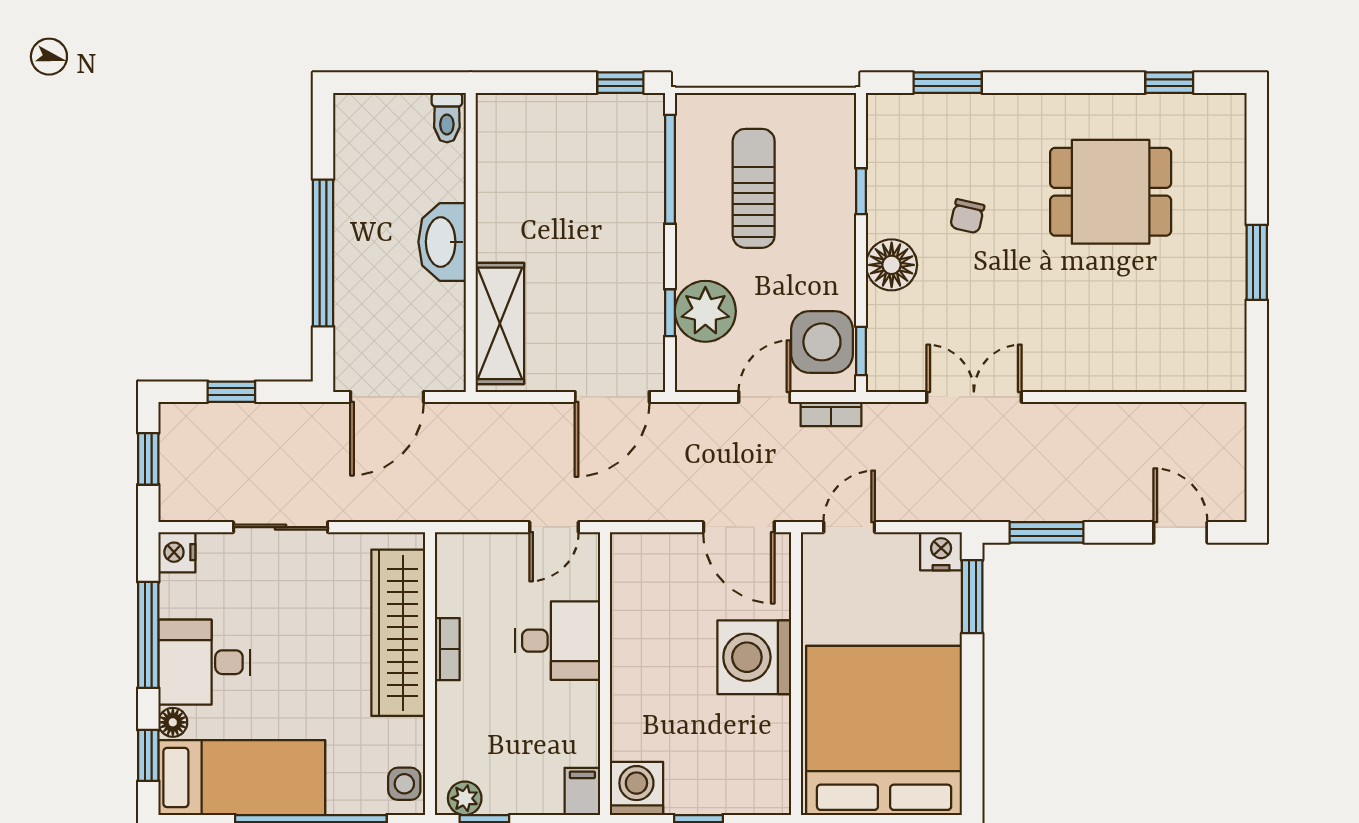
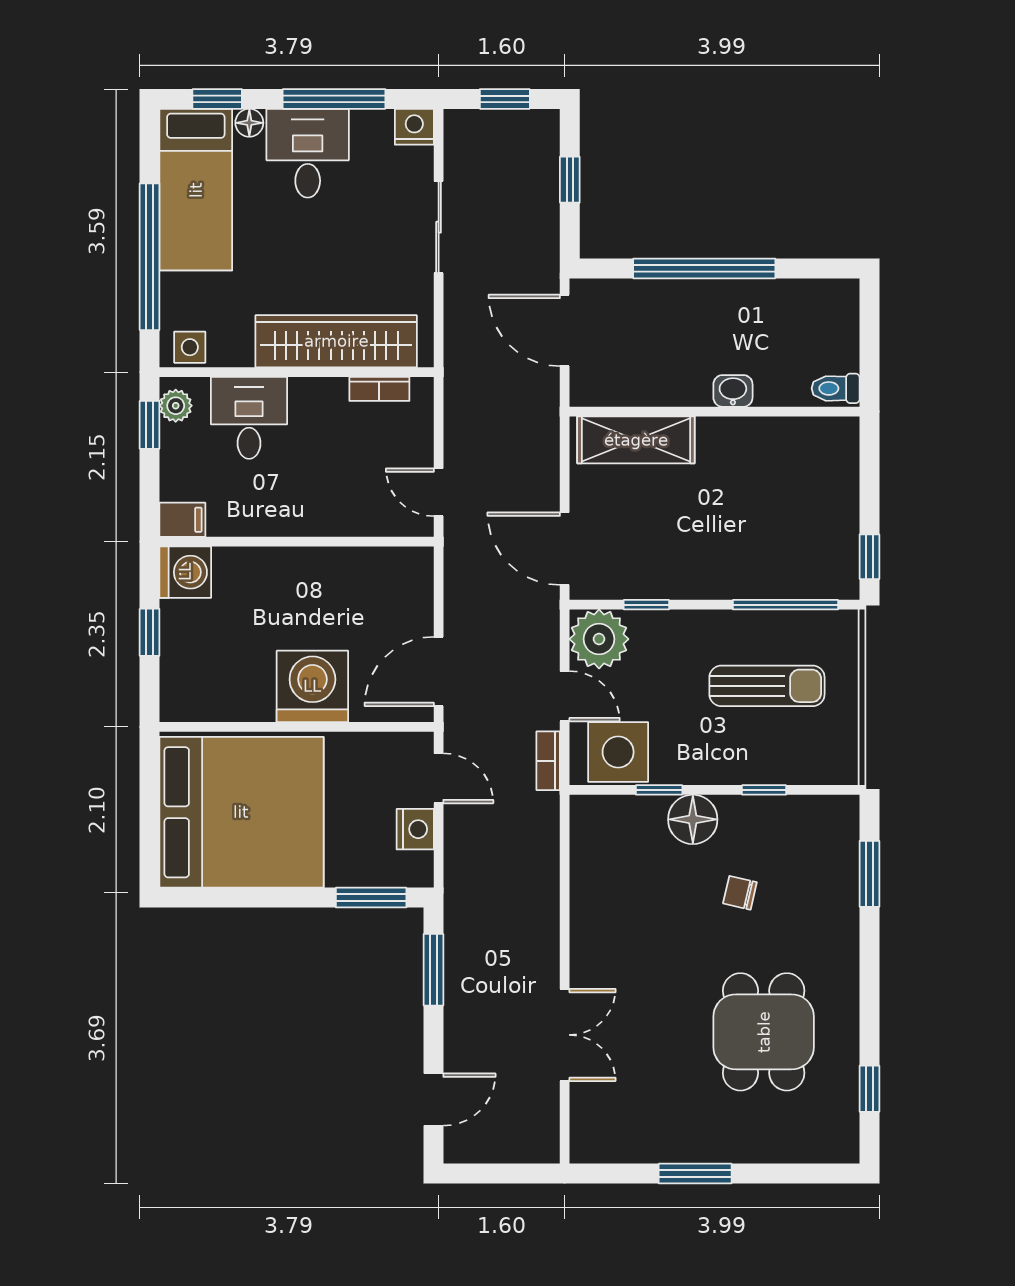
washbasin: (442, 242) -> (733, 391), width x0.52, depth x0.69
plant: (705, 311) -> (599, 639), moved
window: (861, 351) -> (659, 790), moved
double door: (974, 397) -> (565, 1035), moved
nightstand: (941, 551) -> (415, 829), moved
desk: (558, 641) -> (249, 418), moved, turned 180
bookcase: (447, 649) -> (379, 389), moved

